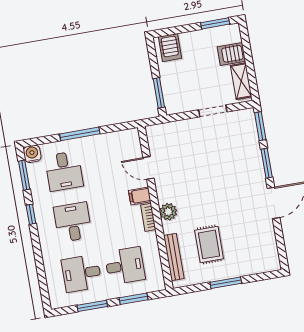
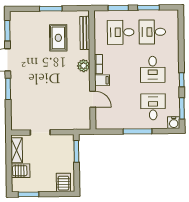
window: (260, 126) -> (7, 31), moved
desk: (82, 273) -> (152, 32), turned 180

